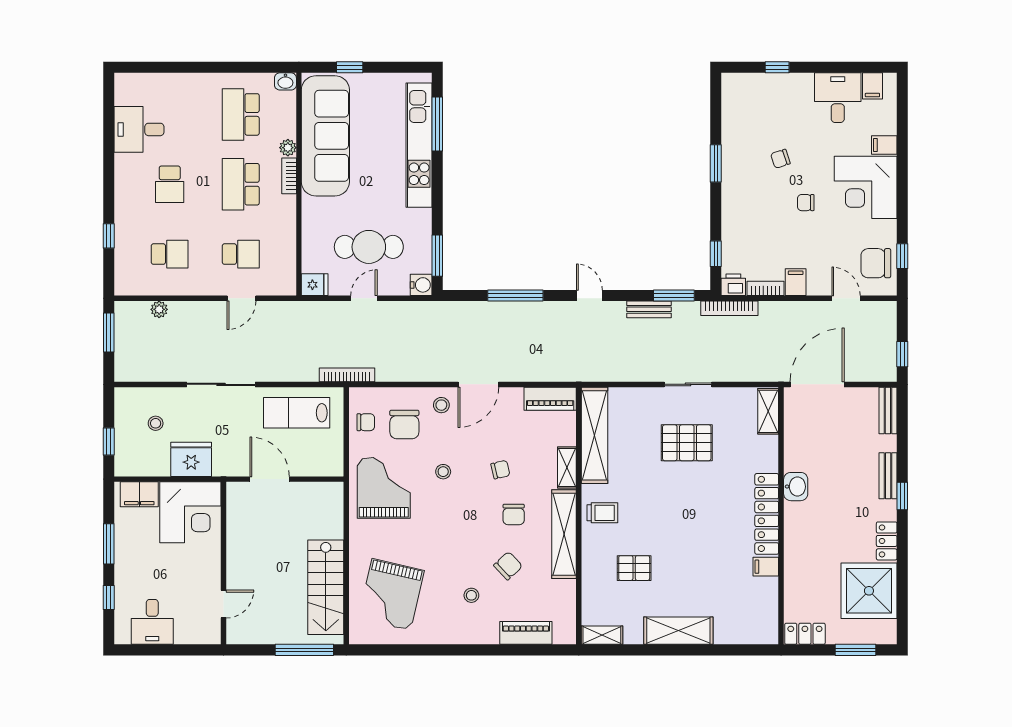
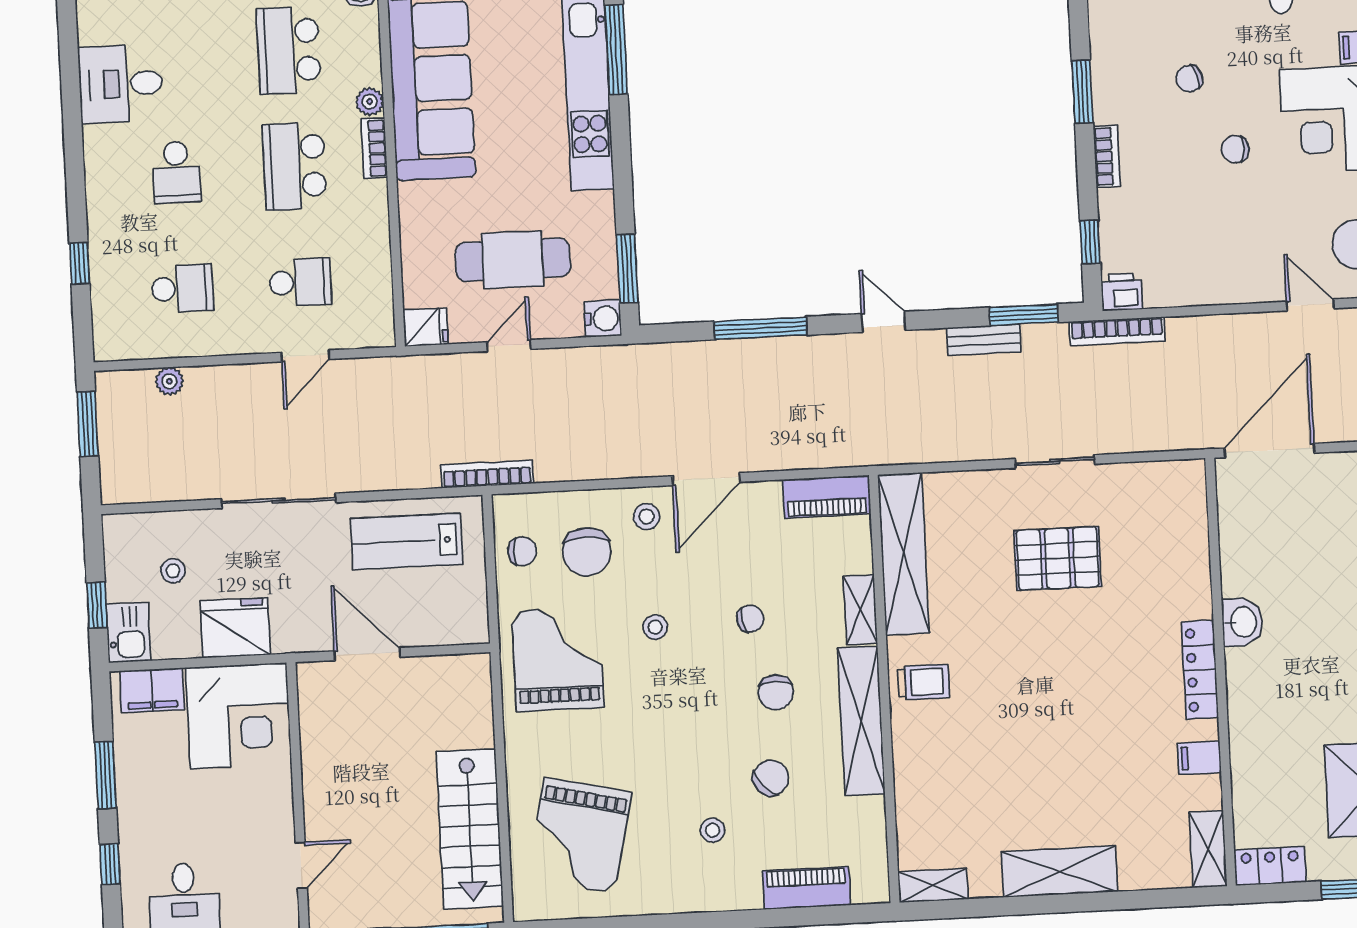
filing cabinet: (796, 282) -> (1225, 282), removed
bookcase: (765, 288) -> (1107, 156), moved, turned 90
shelving: (768, 411) -> (1208, 849), moved
kitchen sink: (127, 459) -> (128, 633), added
locker: (767, 514) -> (1200, 670), width x0.71, depth x0.83
pallet: (634, 568) -> (981, 771), removed

